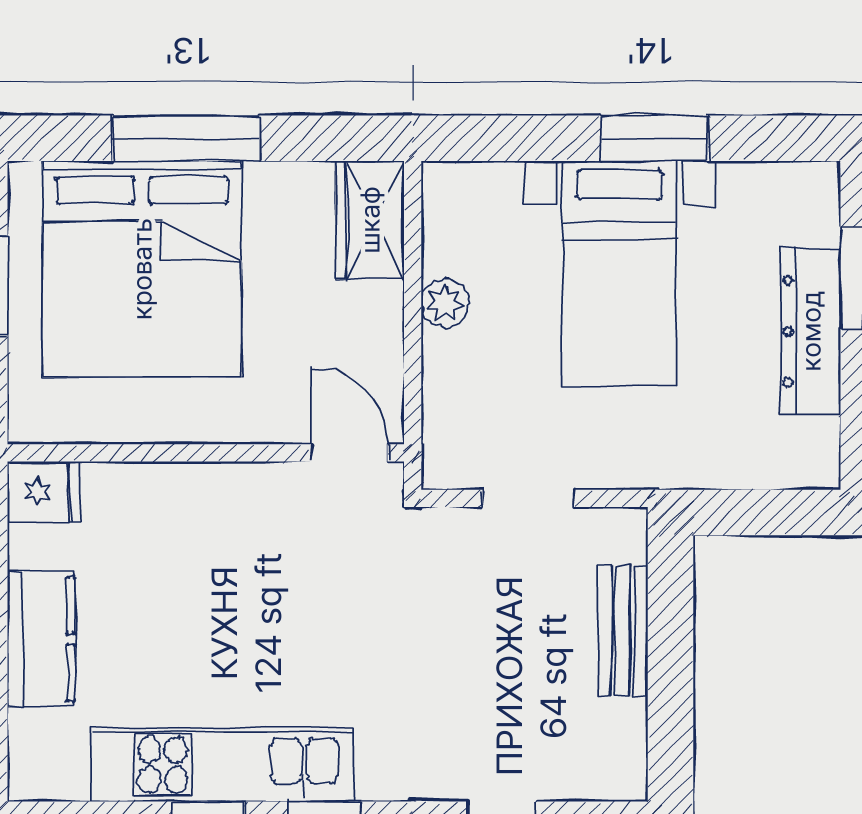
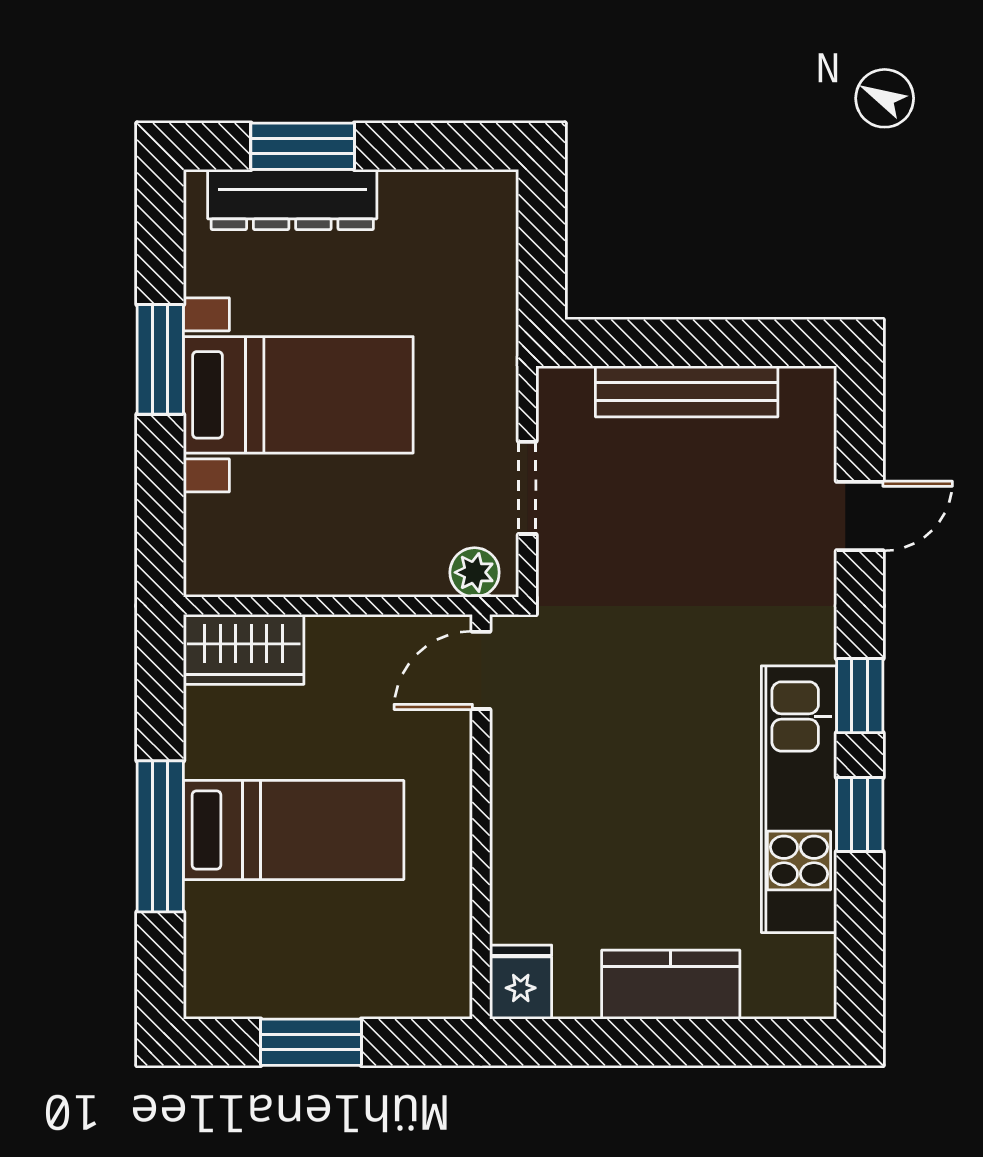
bed: (142, 269) -> (294, 830), width x0.49
plant: (445, 303) -> (475, 572), moved
dresser: (811, 331) -> (292, 200), moved
bench: (623, 631) -> (687, 391), width x1.36

